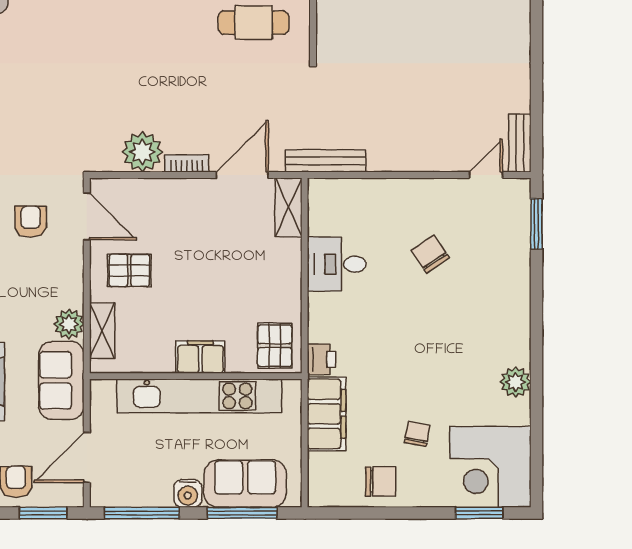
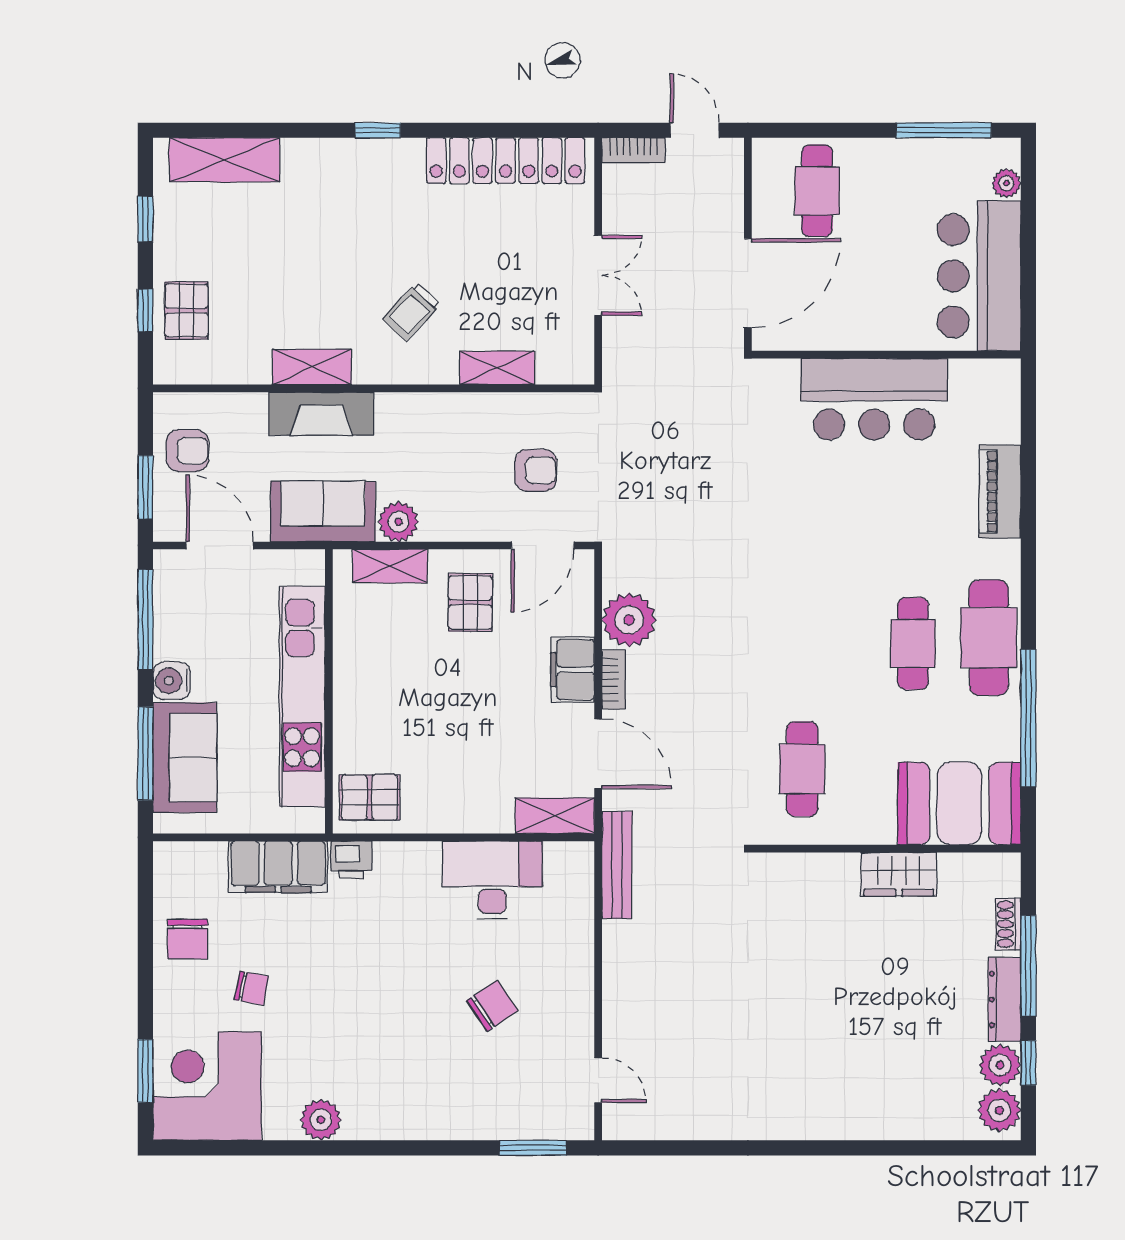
bench: (520, 143) -> (641, 1125), removed
desk: (337, 264) -> (492, 880), width x1.37
filing cabinet: (200, 357) -> (573, 670), moved, turned 180

